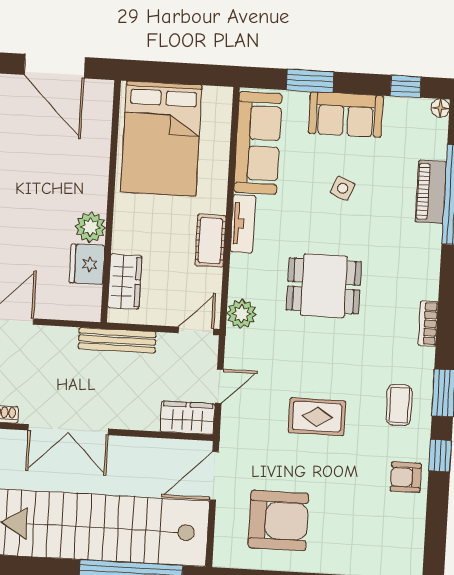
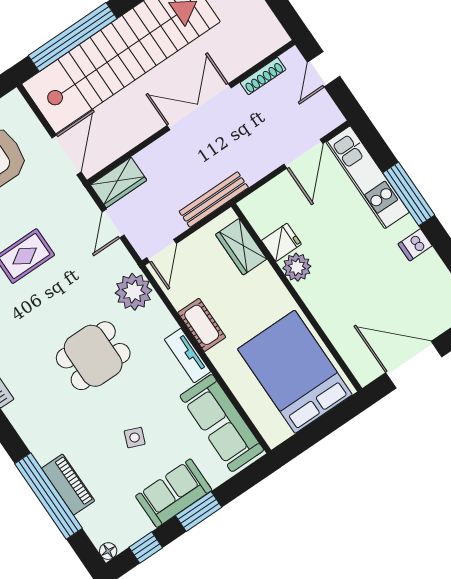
window: (310, 81) -> (199, 511), moved
fridge: (87, 264) -> (281, 242), width x0.72
plant: (242, 314) -> (134, 292), width x1.36, depth x1.36

